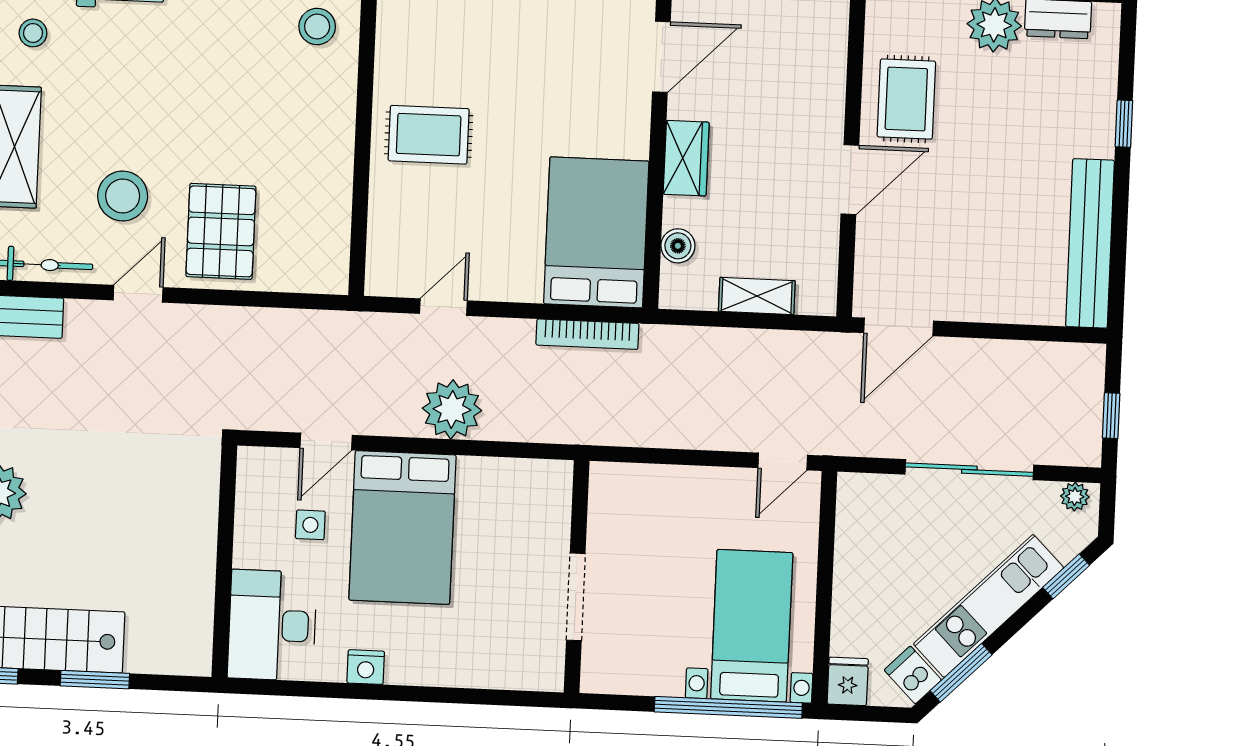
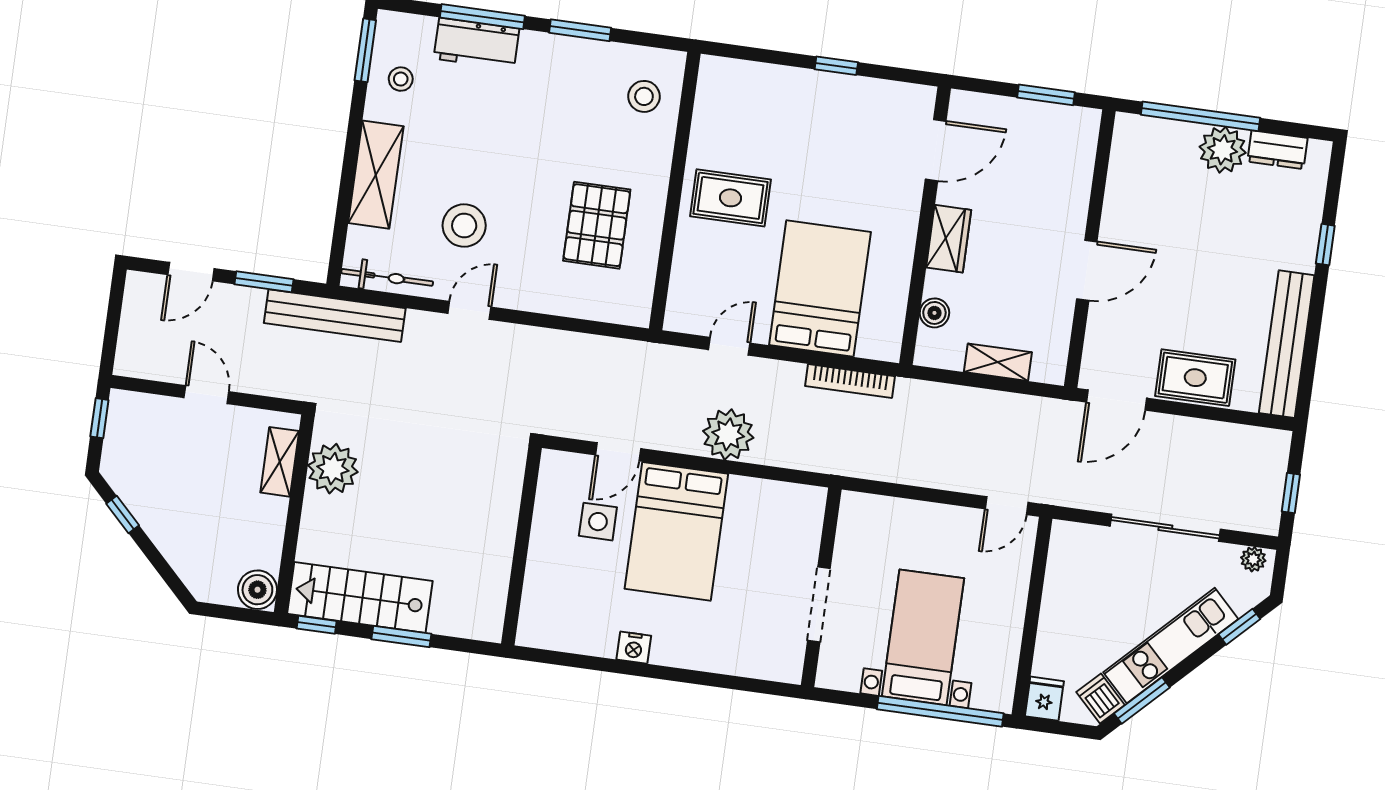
rug: (906, 99) -> (1195, 378), moved, turned 90
pallet: (221, 231) -> (597, 225), moved
bed: (596, 232) -> (820, 288), moved
side table: (310, 525) -> (598, 522), width x1.37, depth x1.37
desk: (272, 625) -> (557, 604), removed
bed with nightstands: (752, 626) -> (923, 637), moved

